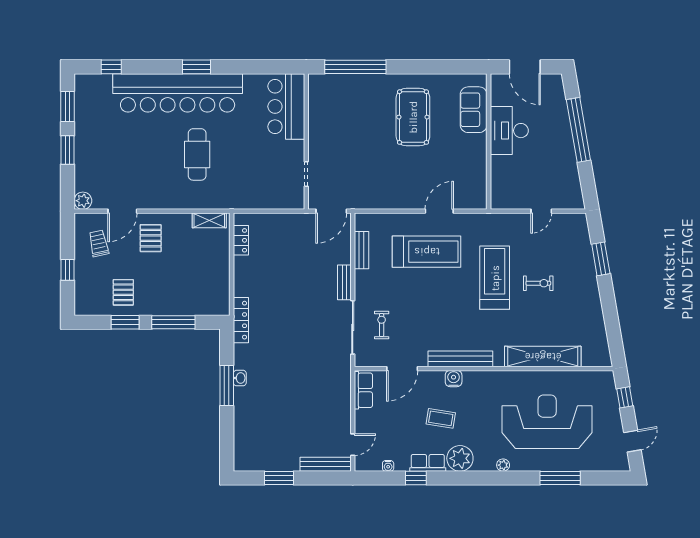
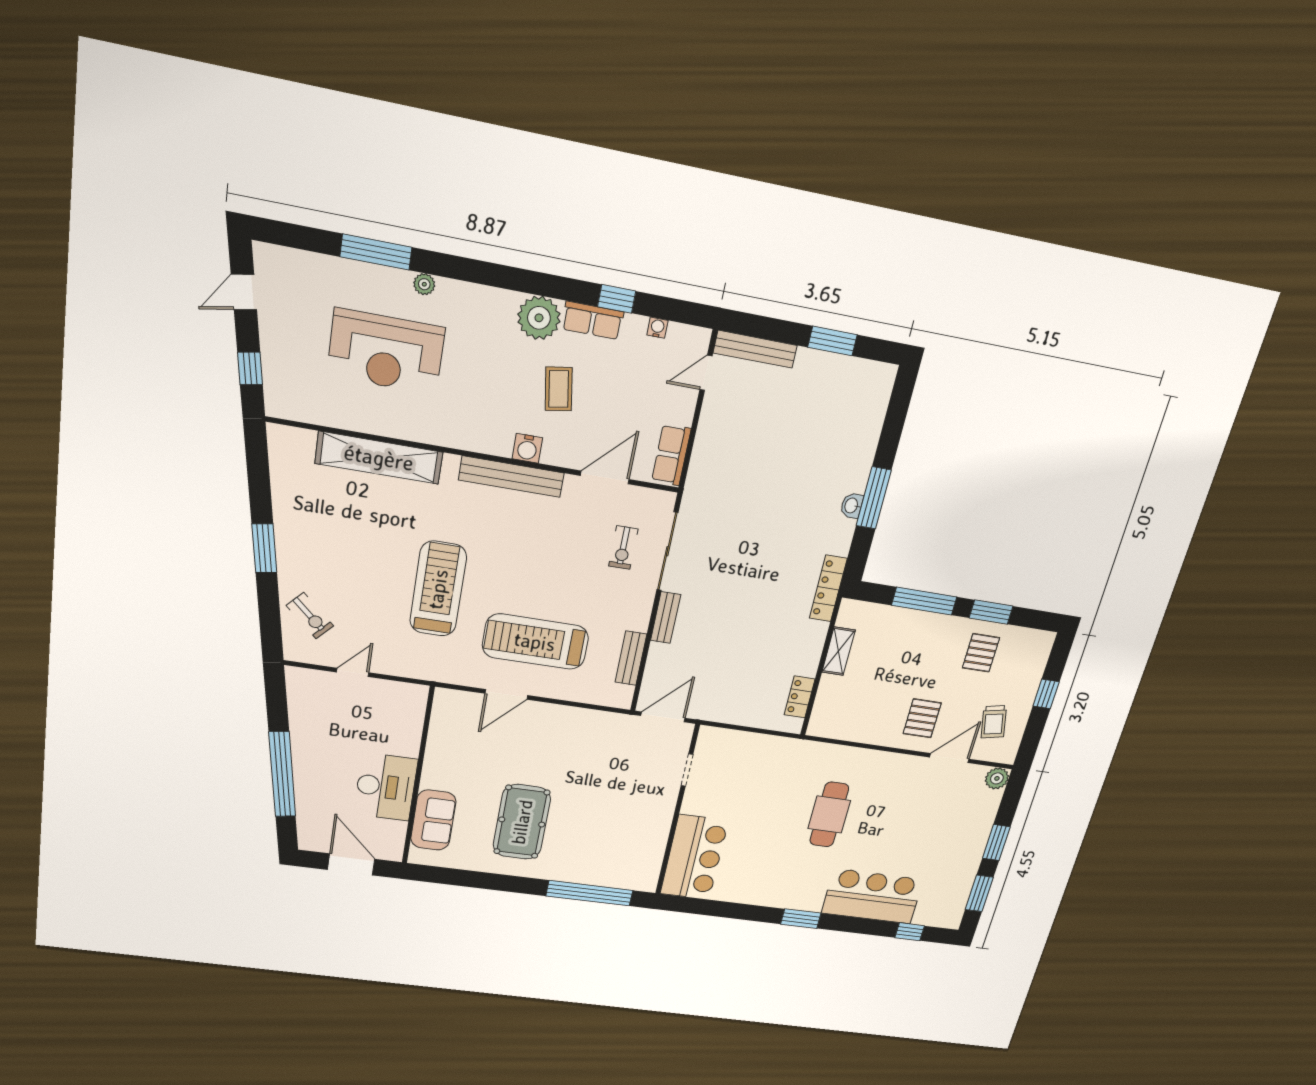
bar counter: (178, 93) -> (872, 896), width x0.54
shelving: (209, 220) -> (839, 651), moved, turned 90
window: (601, 259) -> (264, 548), moved
treadmill: (495, 278) -> (438, 589), turned 180
exercise bike: (538, 283) -> (310, 616), moved, turned -137
coffee table: (441, 418) -> (559, 389), turned 72
reception desk: (547, 422) -> (386, 352), width x0.74, depth x0.77
plant: (503, 465) -> (424, 284), moved

